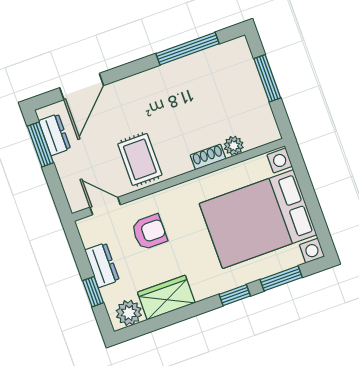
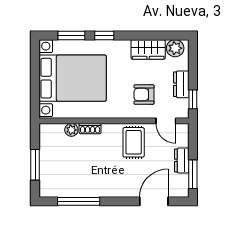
dresser: (55, 135) -> (182, 160), moved
window: (93, 292) -> (193, 99), moved

